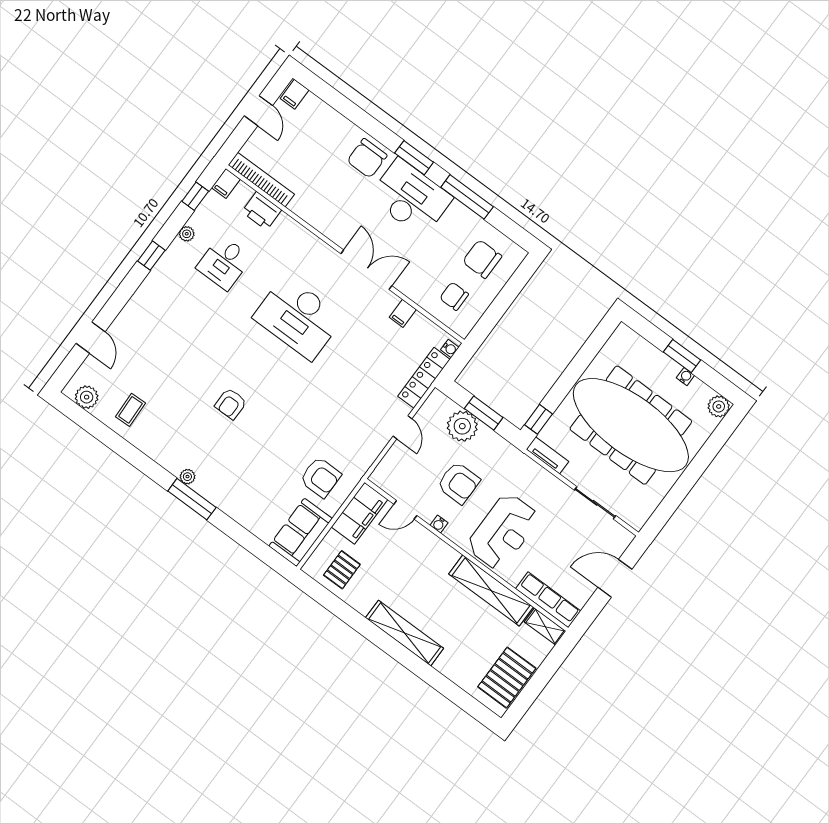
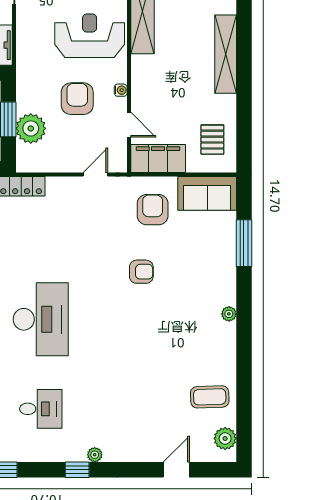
plant: (187, 234) -> (95, 455), moved
armchair: (231, 404) -> (141, 272), moved
coffee table: (130, 410) -> (210, 397), width x1.36, depth x1.30
door: (402, 427) -> (95, 175), moved
window: (192, 499) -> (244, 243), moved
pallet: (342, 570) -> (212, 140), turned 90

